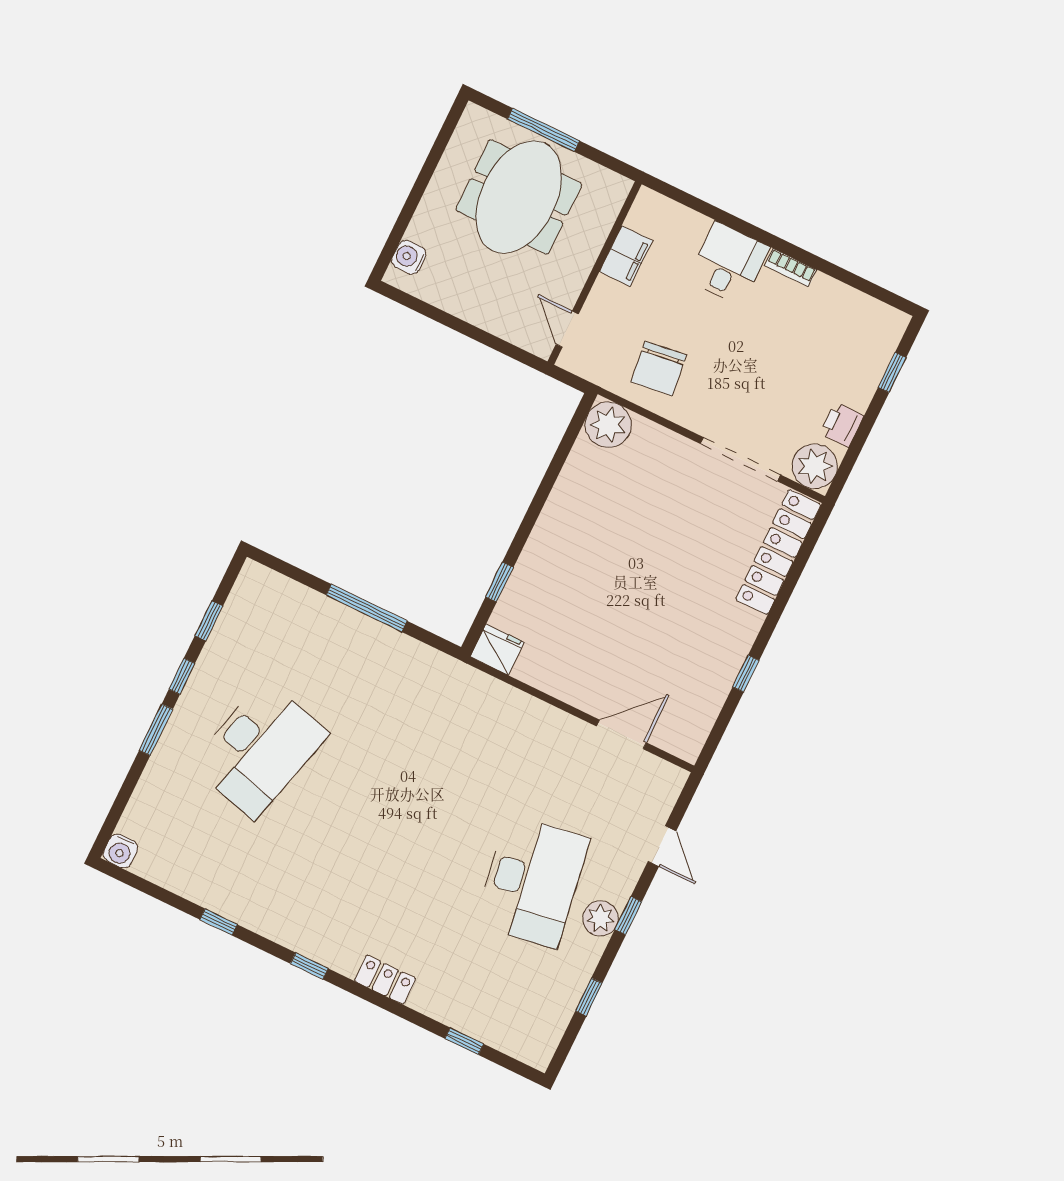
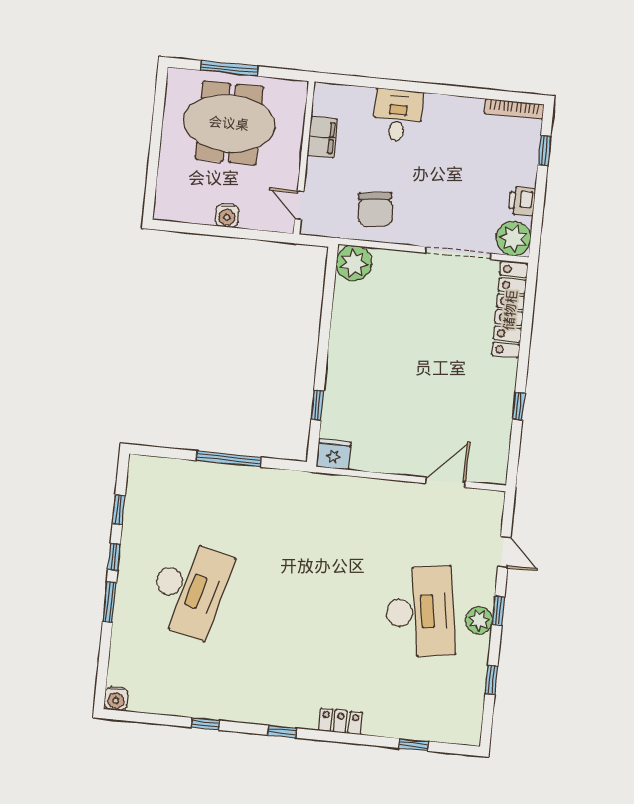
meeting table: (519, 197) -> (229, 123), turned 90
water cooler: (409, 257) -> (227, 216), moved, turned -90
bookcase: (791, 268) -> (514, 109), moved, width x1.56

